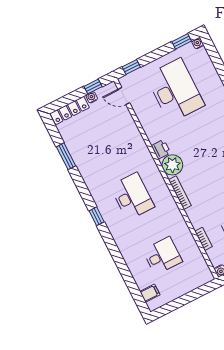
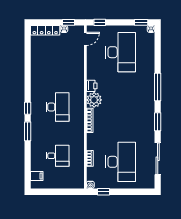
door: (124, 96) -> (85, 39), swing flipped
window: (66, 156) -> (28, 131), moved

